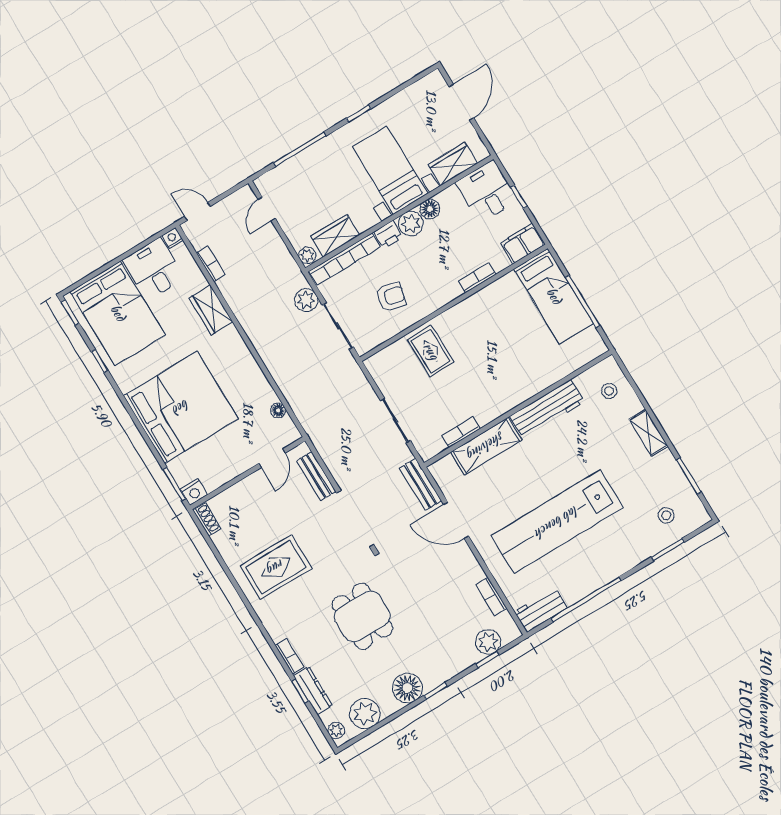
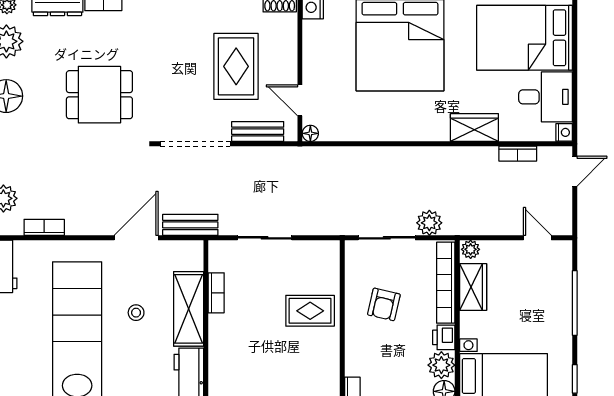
floor lamp: (278, 410) -> (310, 133), moved
stool: (514, 485) -> (136, 313), added
rug: (276, 567) -> (236, 66), moved

